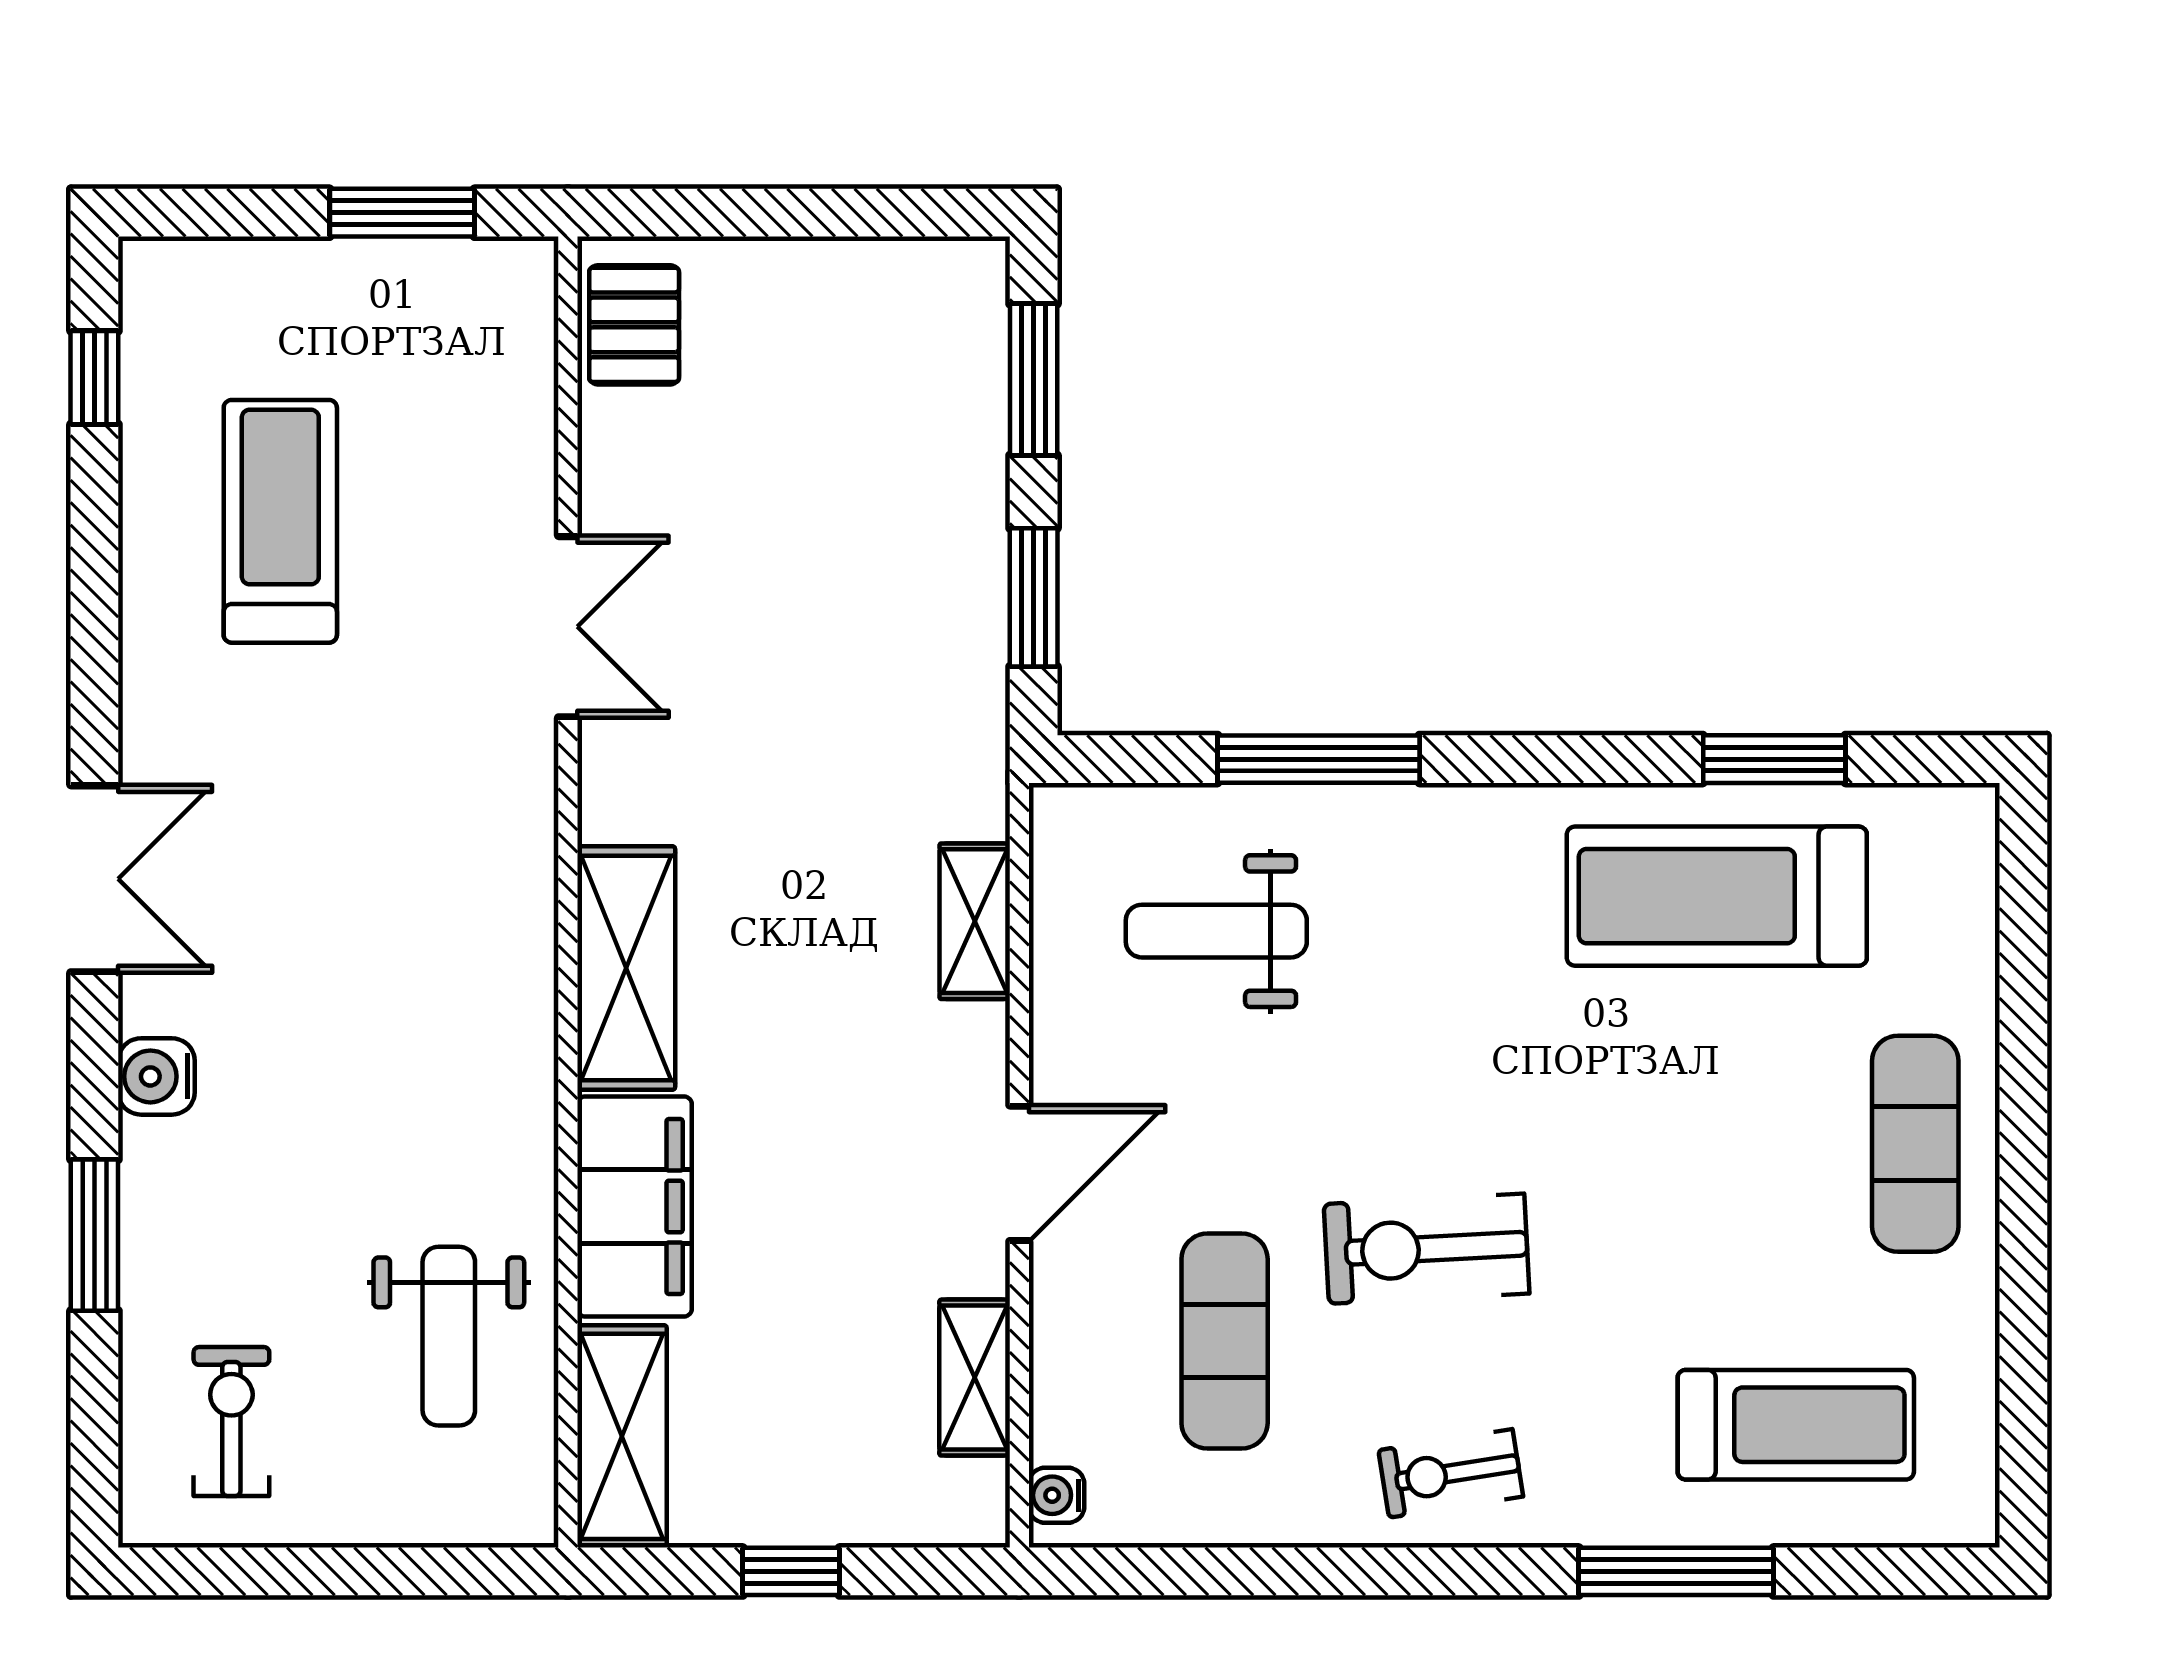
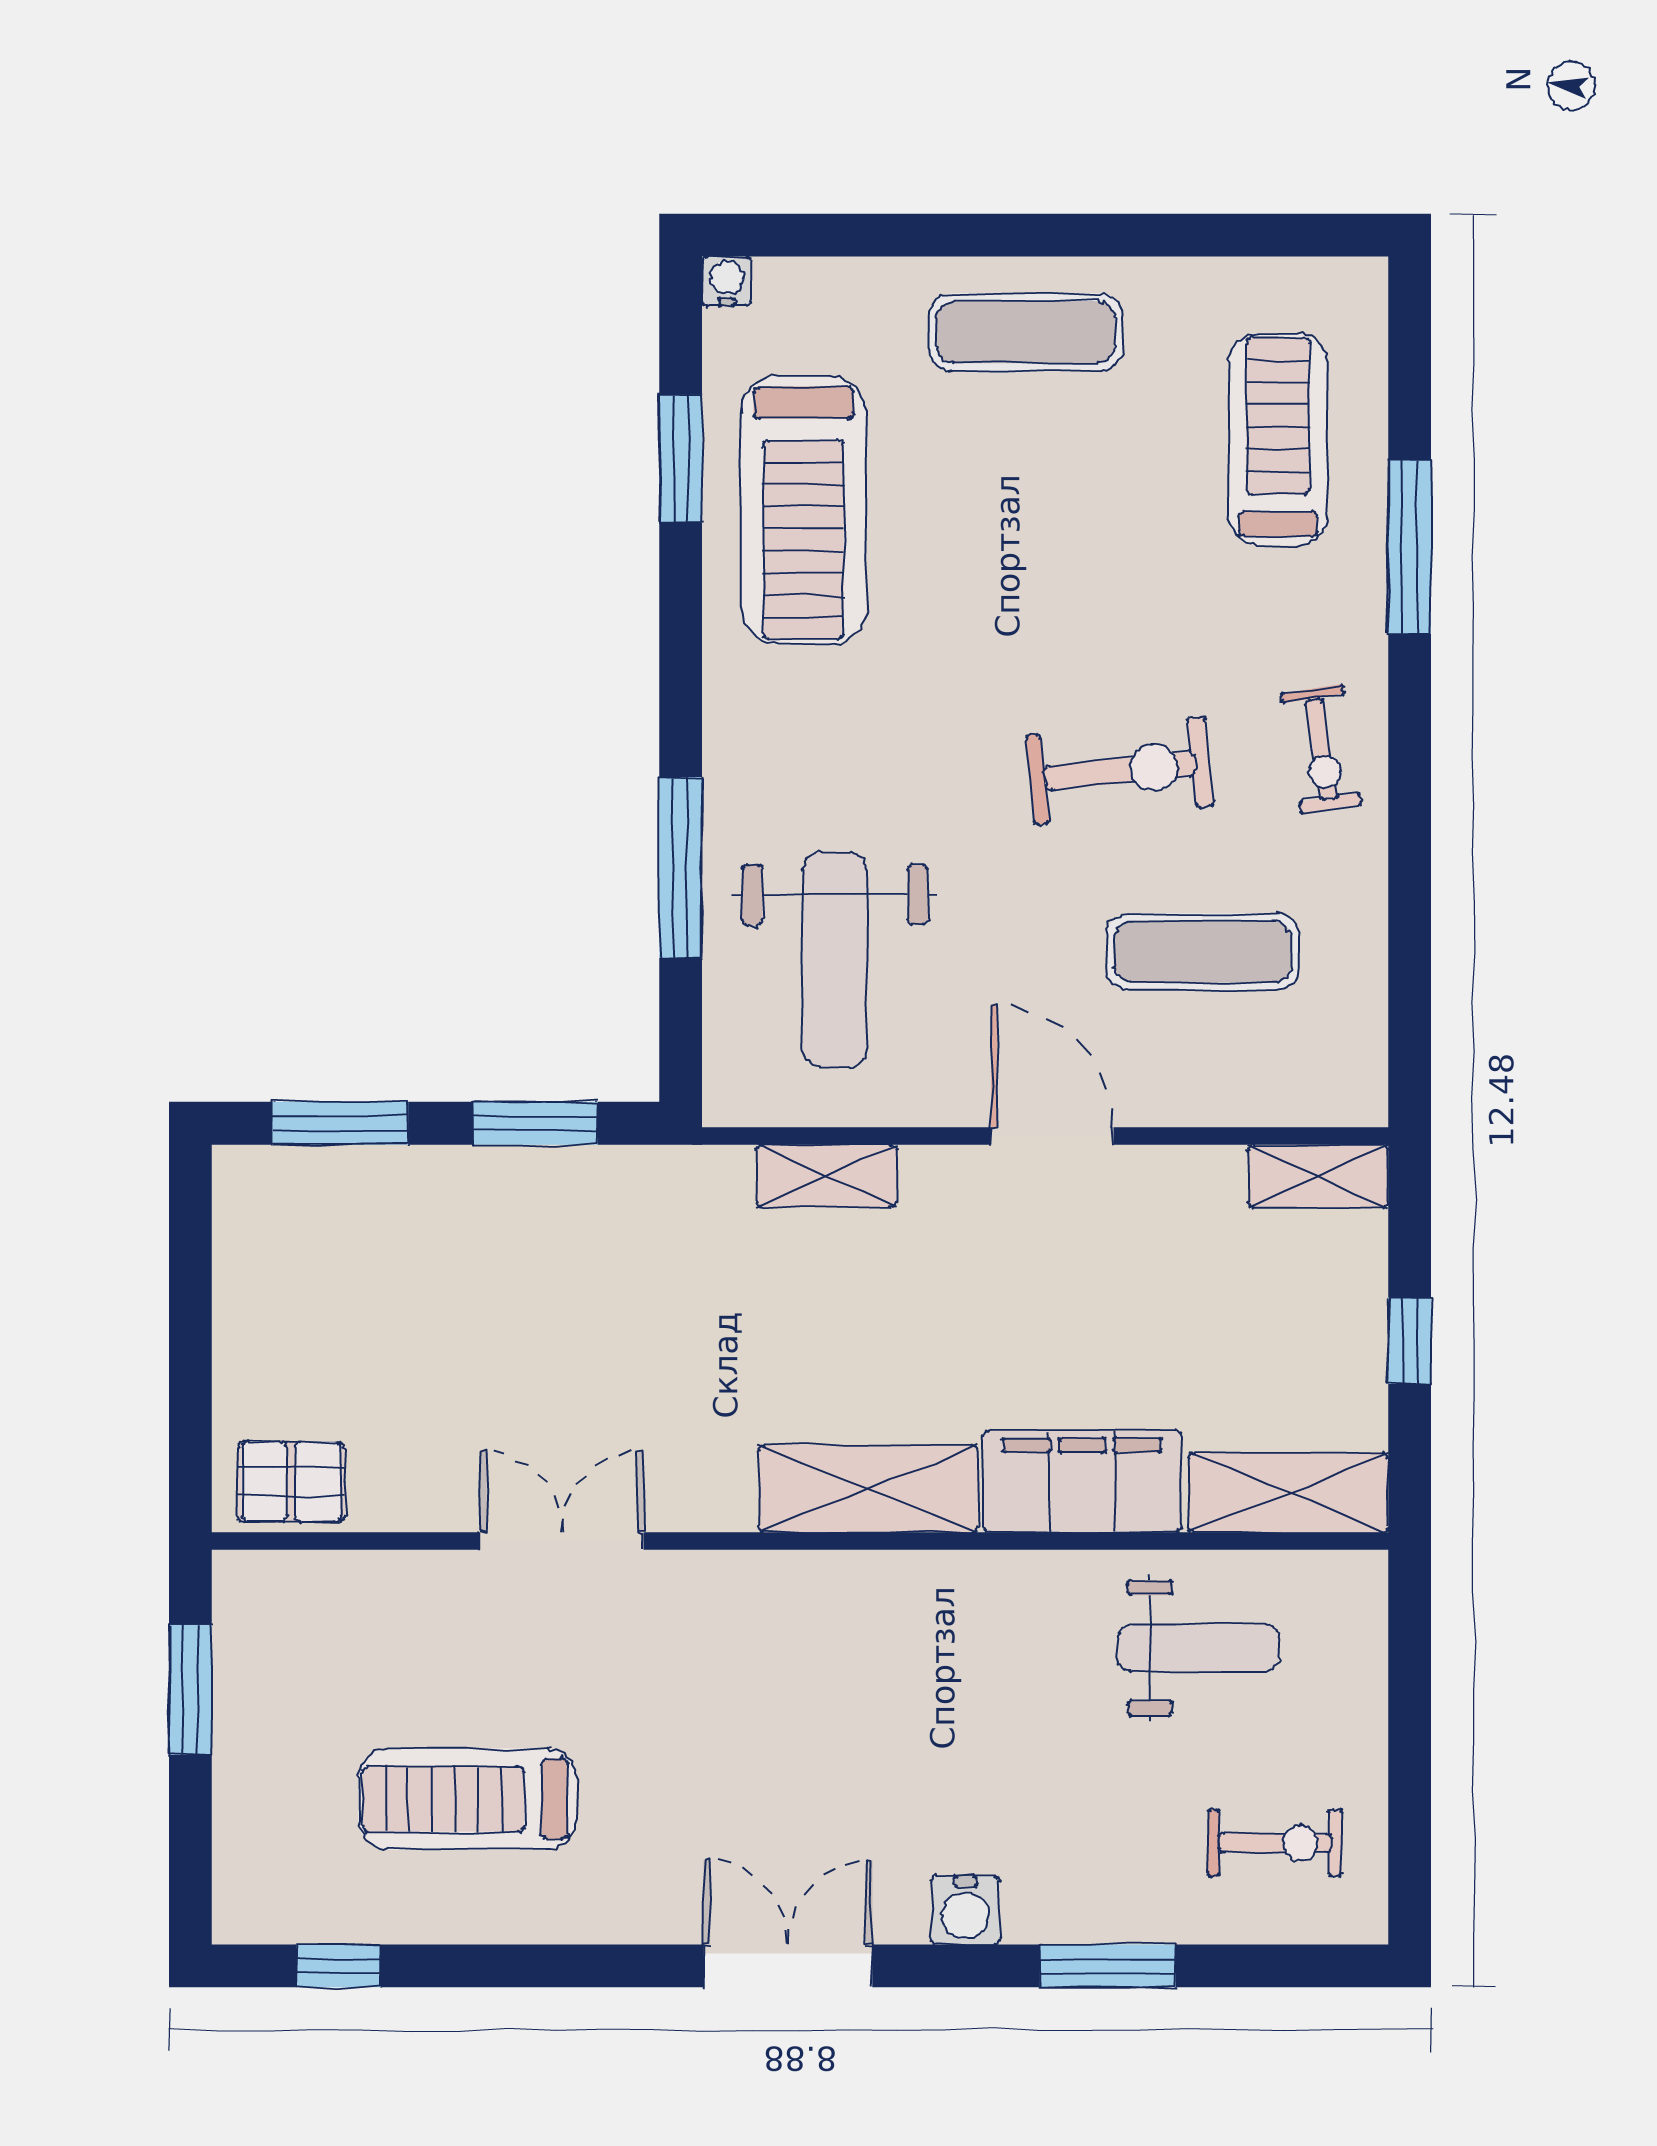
weight bench: (1216, 931) -> (835, 959), width x1.36, depth x1.33
exercise bike: (1427, 1249) -> (1120, 771), turned -93
shelving: (975, 1378) -> (1318, 1176), moved
exercise bike: (231, 1422) -> (1275, 1843), turned 180
water cooler: (1057, 1495) -> (727, 281), moved, turned 180

